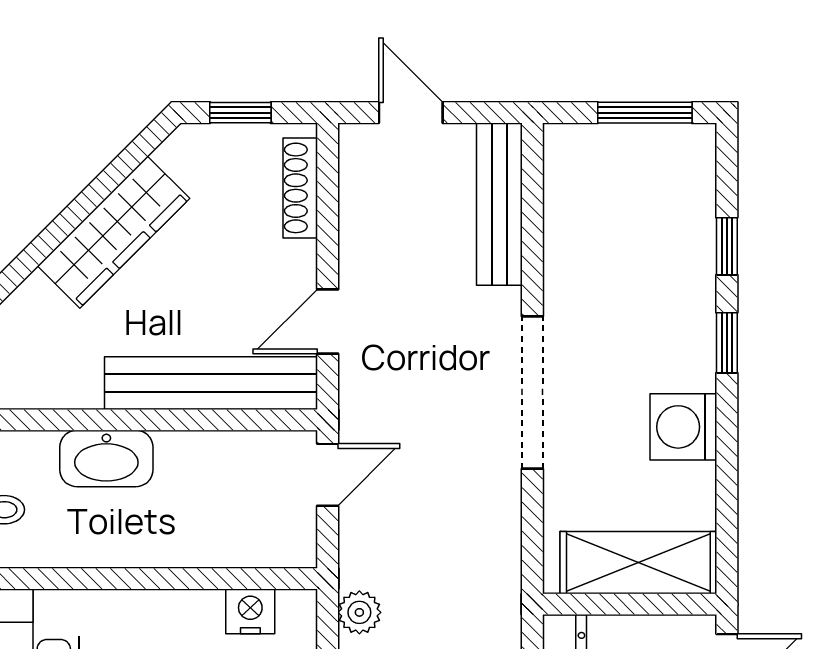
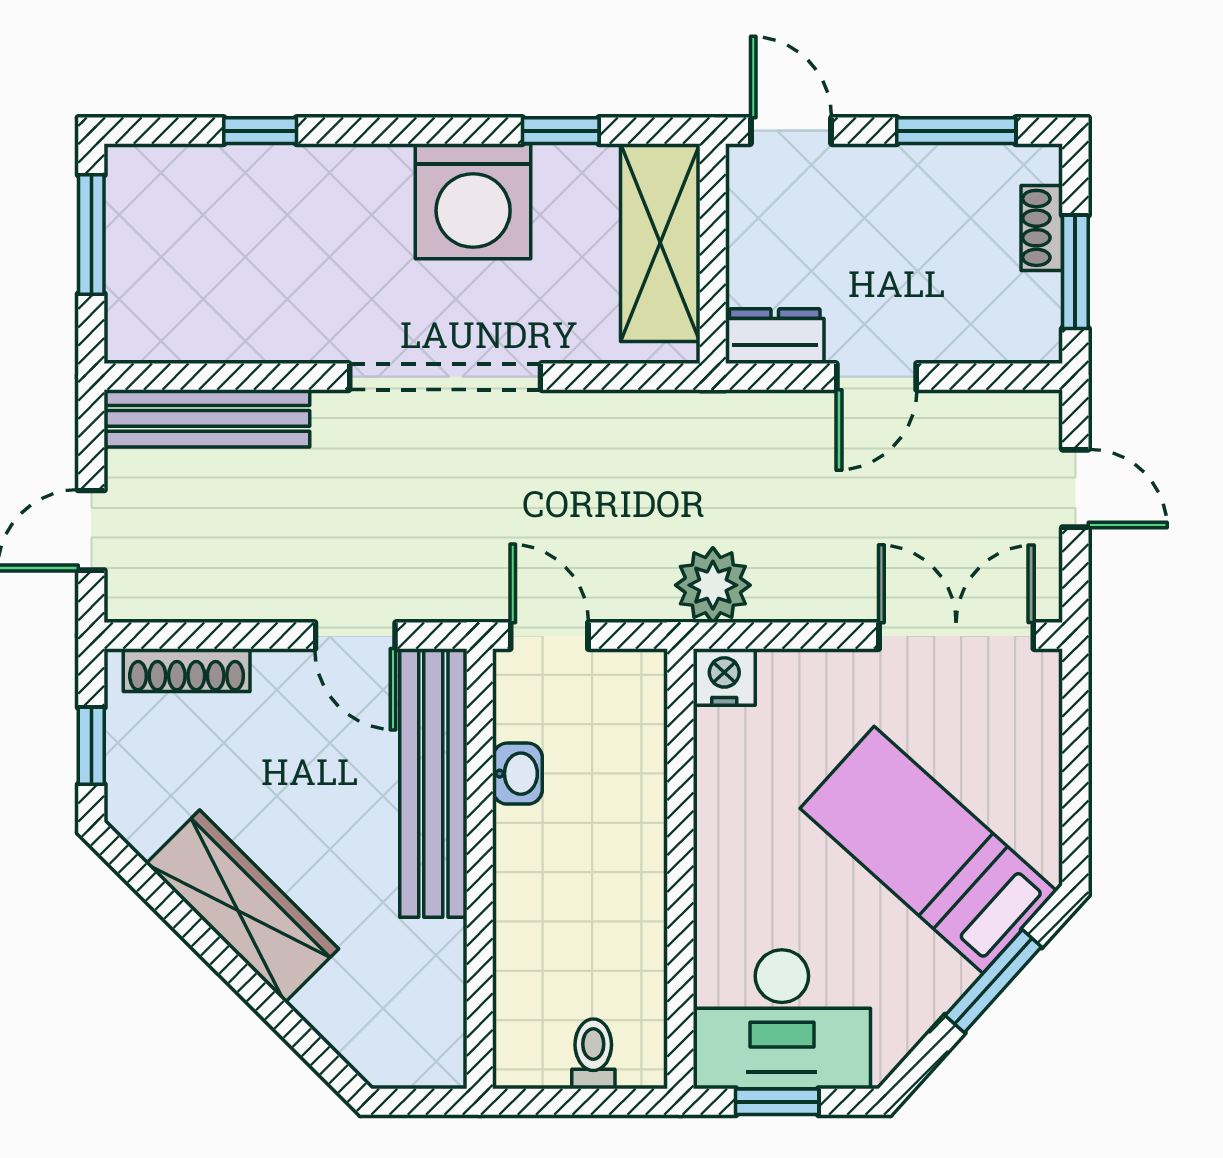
window: (727, 343) -> (561, 131), moved
washing machine: (683, 427) -> (473, 201), width x1.37, depth x1.37
washbasin: (106, 458) -> (517, 774), moved, width x0.52, depth x0.69
nightstand: (250, 611) -> (724, 677), moved, turned 90
plant: (359, 612) -> (713, 585), width x1.38, depth x1.38

